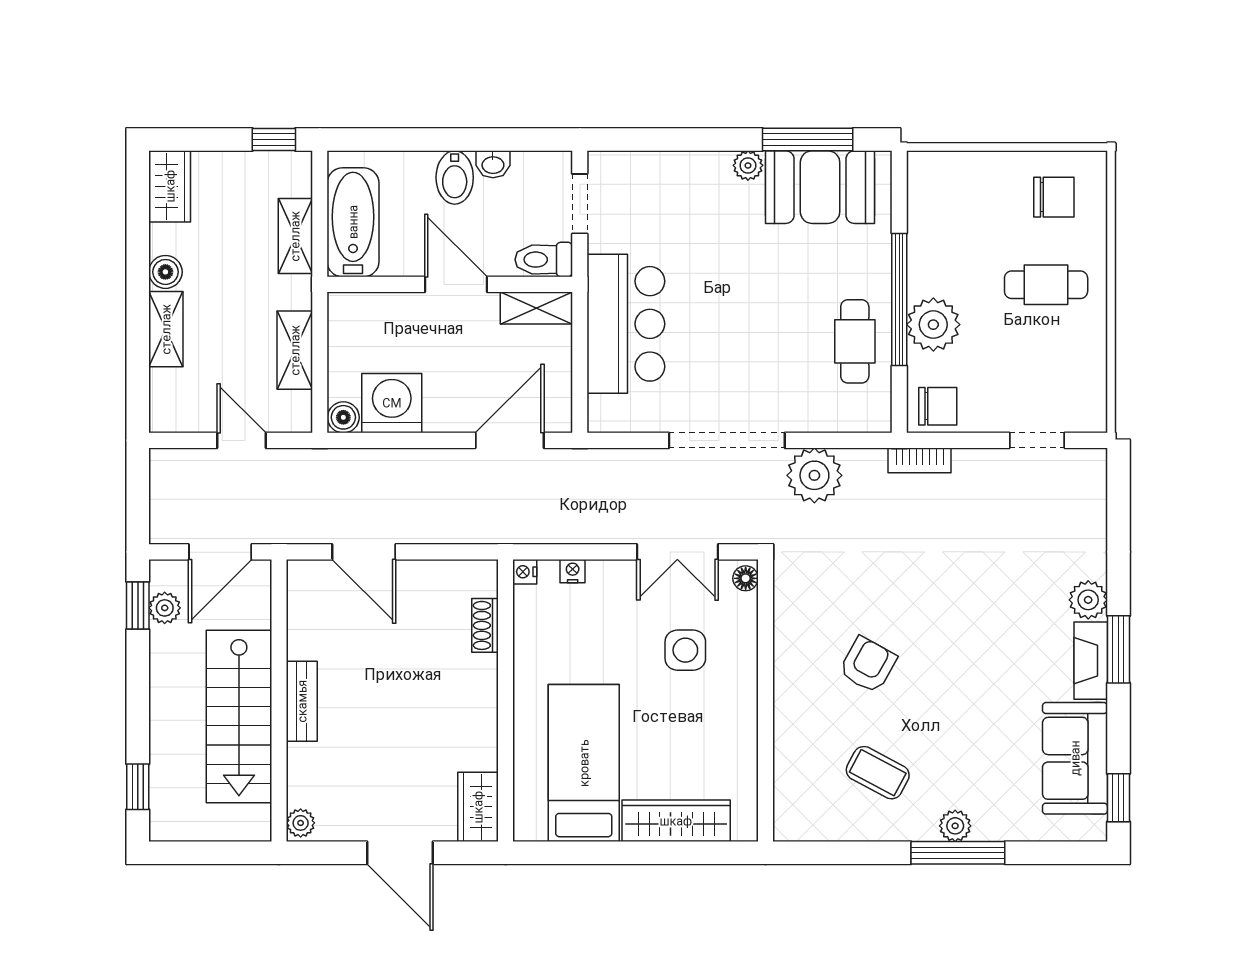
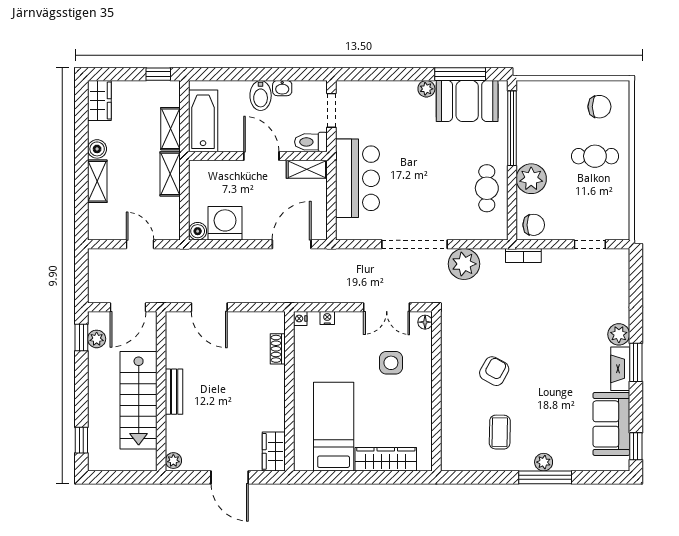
window: (899, 299) -> (512, 128), moved
shelving: (295, 350) -> (170, 174), moved
coffee table: (878, 773) -> (500, 432), turned 63

